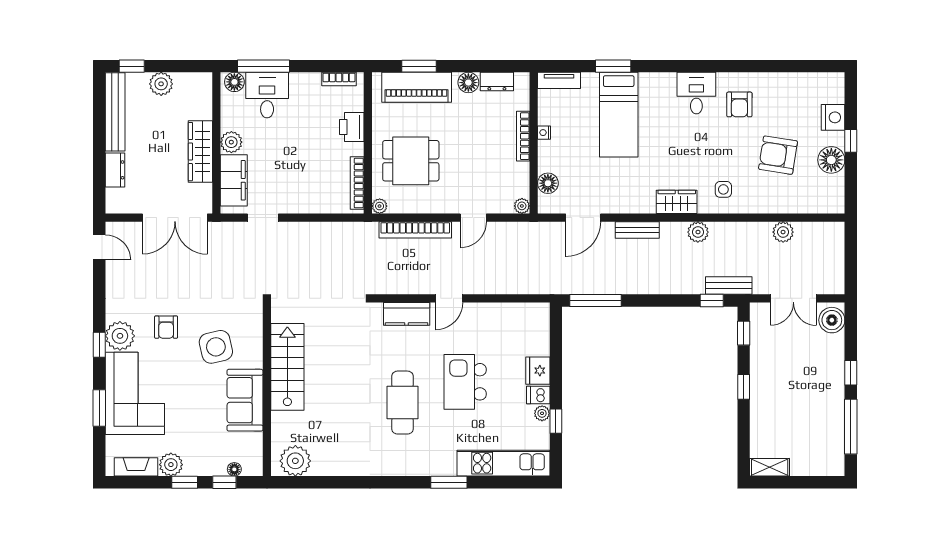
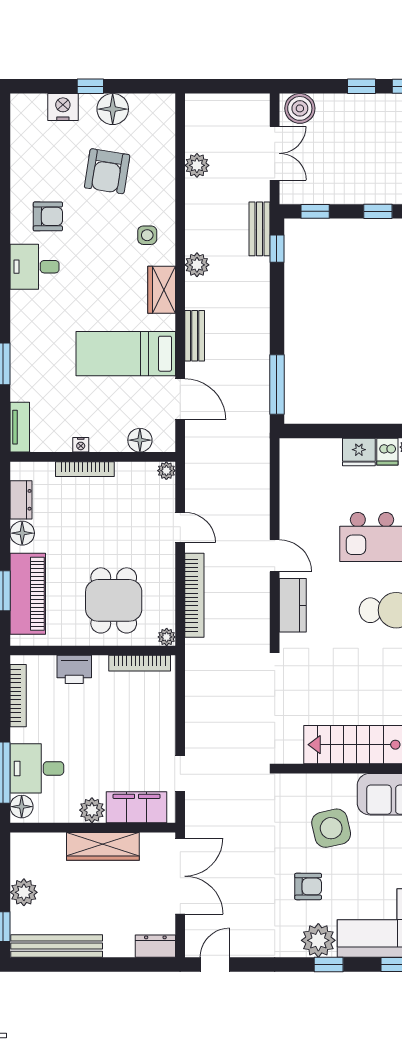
bookcase: (339, 79) -> (18, 696), width x1.56
bed: (619, 115) -> (126, 354), moved, turned 180
dresser: (115, 170) -> (155, 946), moved

